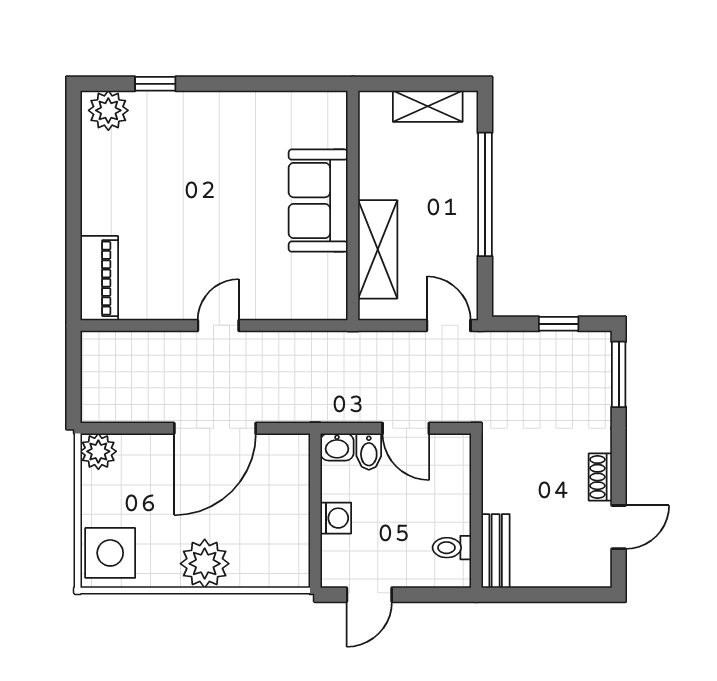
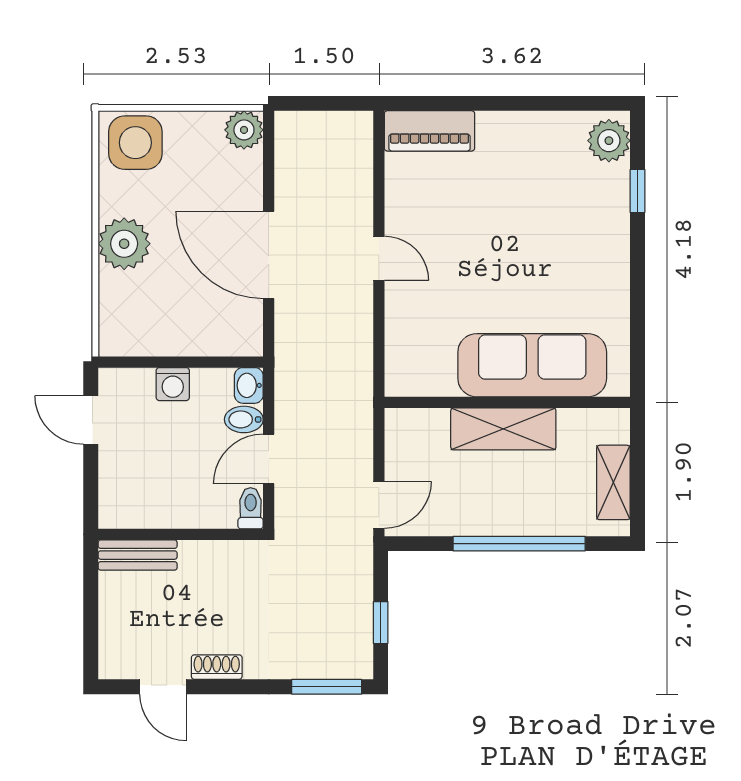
sofa: (318, 201) -> (532, 365), width x1.36
shelving: (378, 249) -> (503, 429), moved
toilet: (452, 548) -> (251, 508), moved

